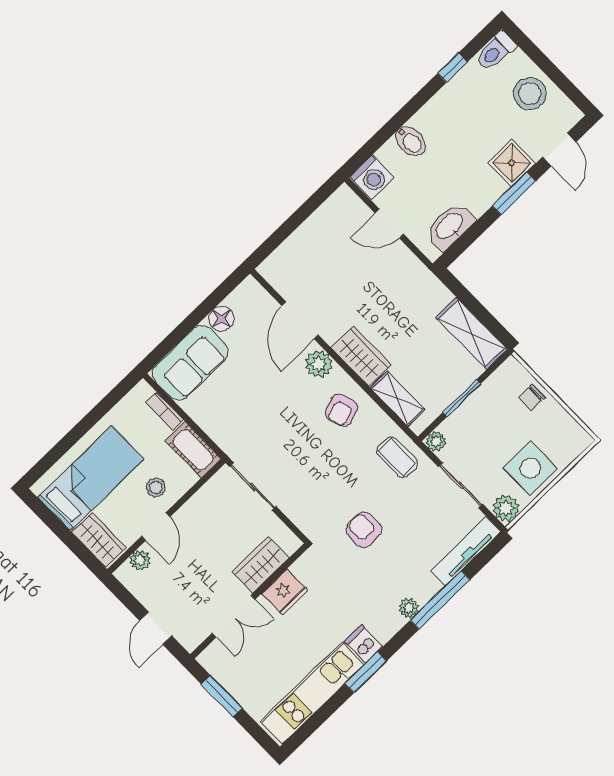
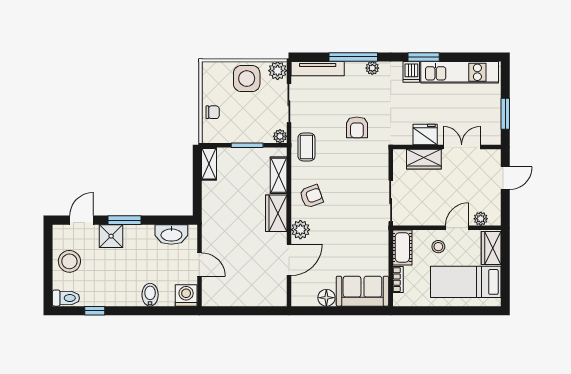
shelving: (472, 333) -> (209, 164), width x0.67, depth x0.75

